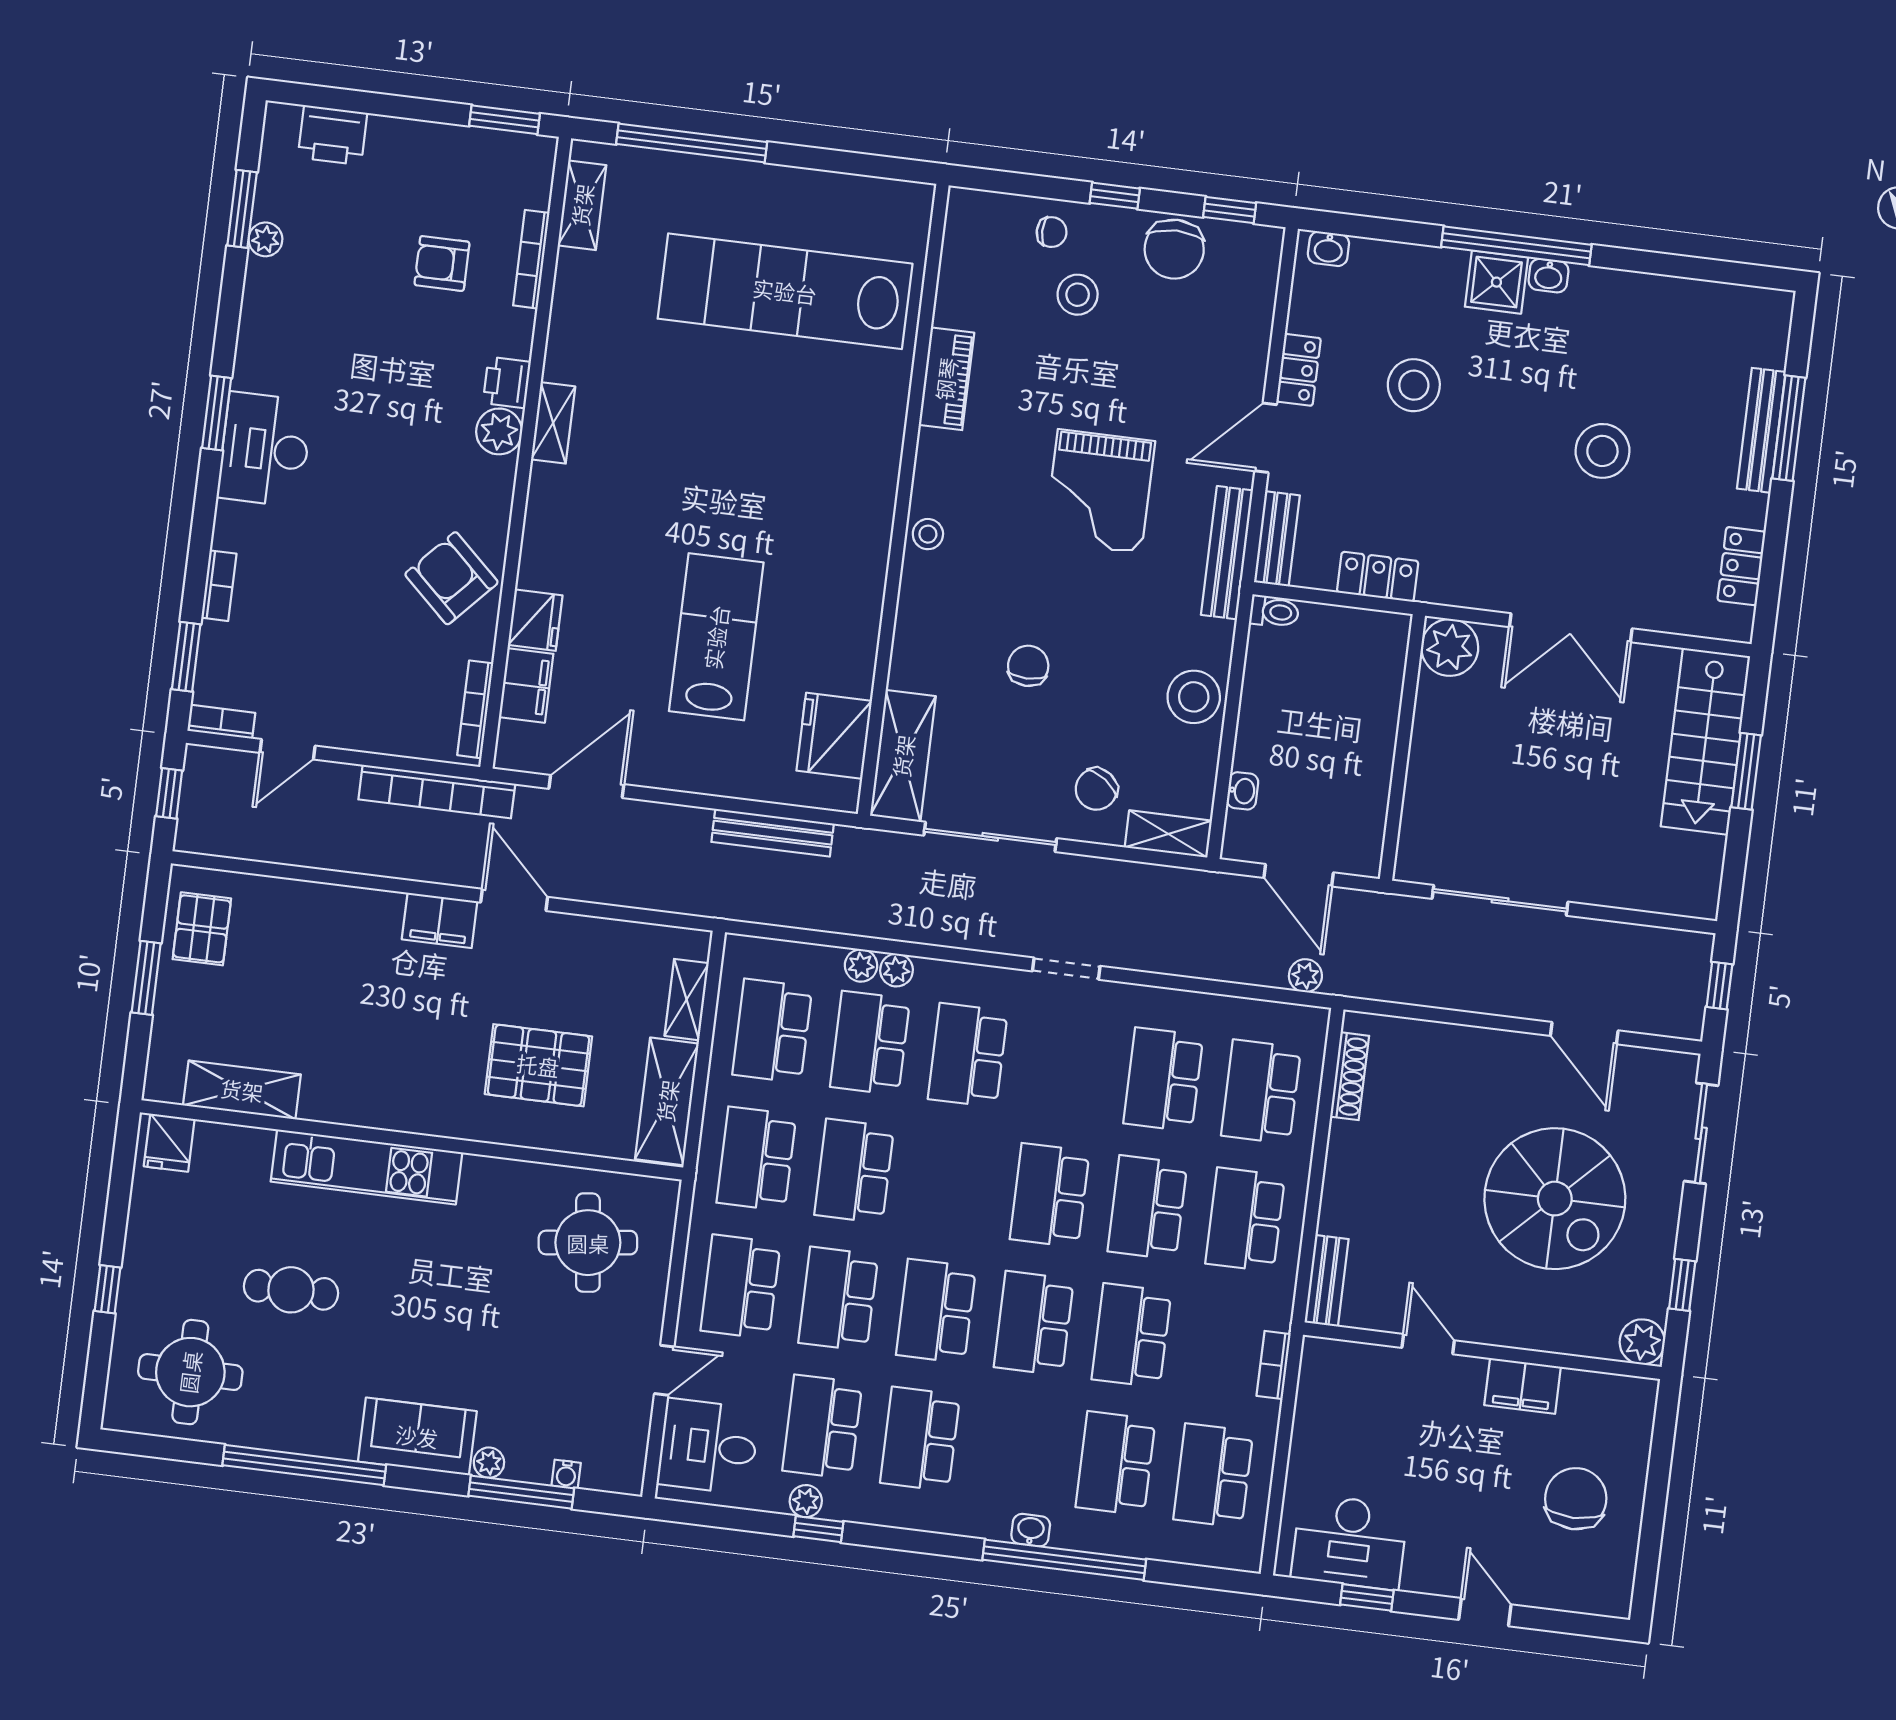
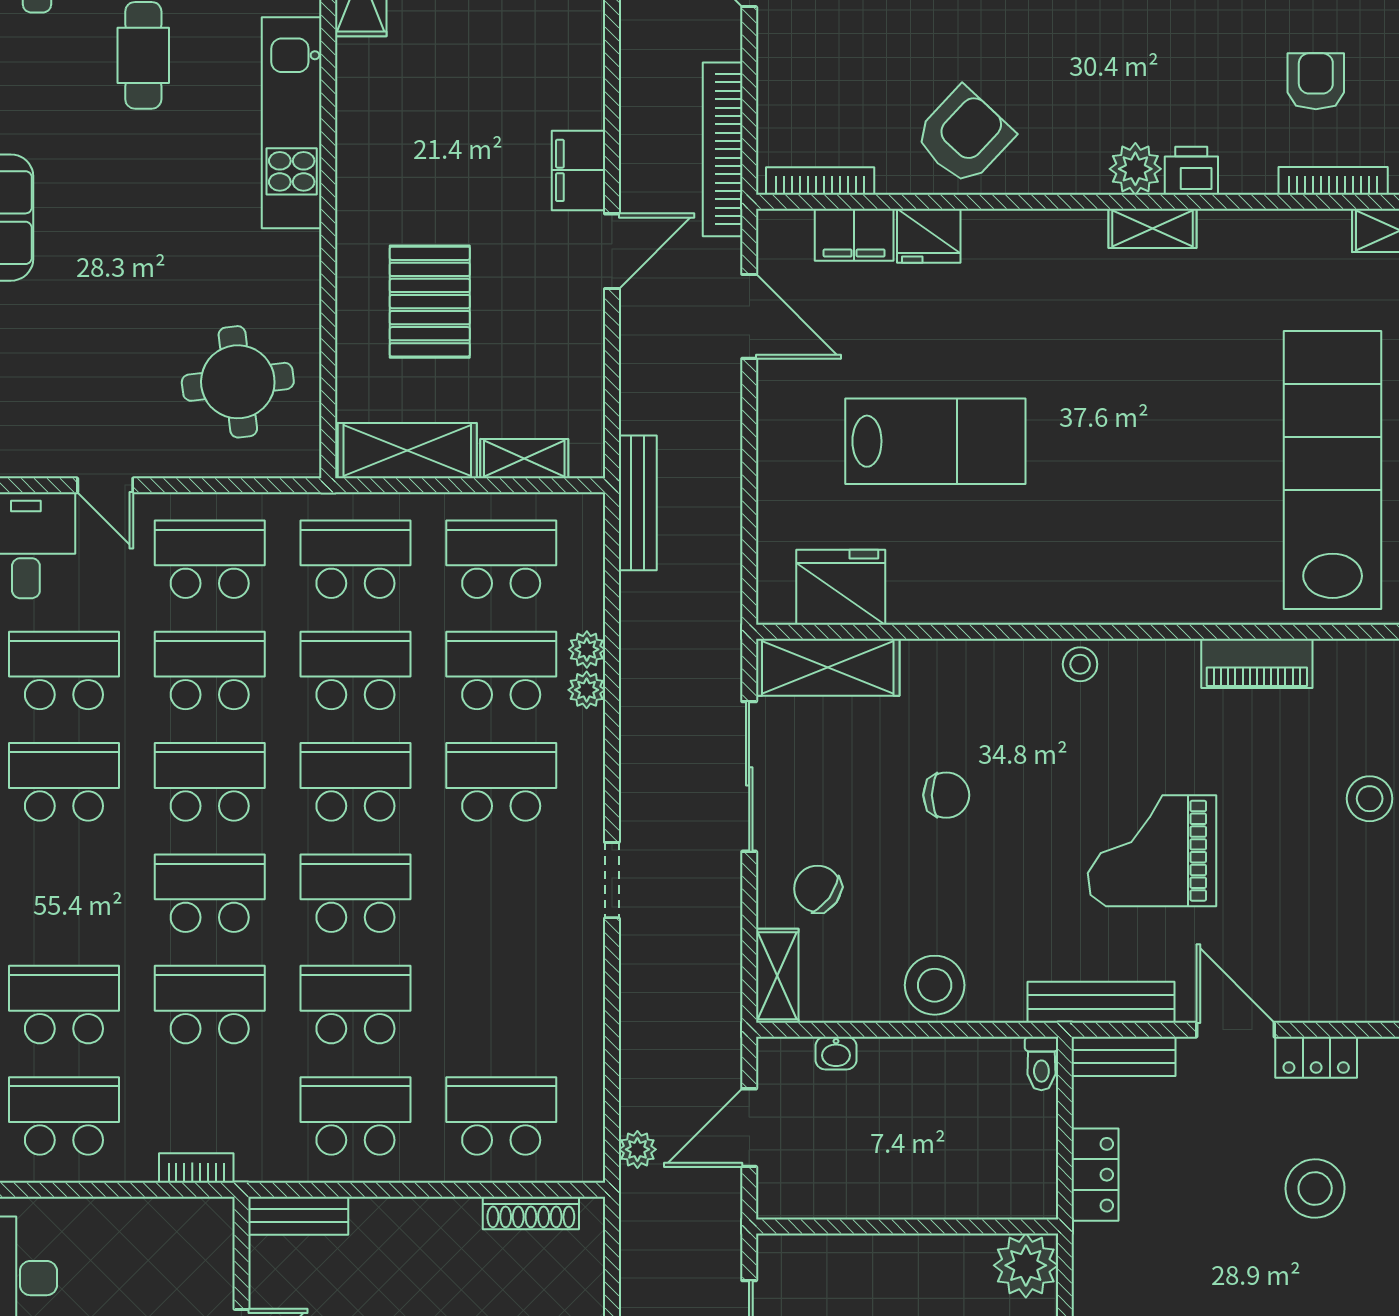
bench: (773, 833) -> (638, 503), moved
school desk: (1163, 1079) -> (355, 782), moved

